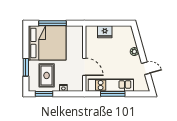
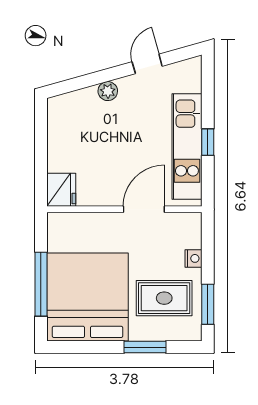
fridge: (105, 32) -> (61, 190), moved
window: (113, 94) -> (208, 142), width x0.46

